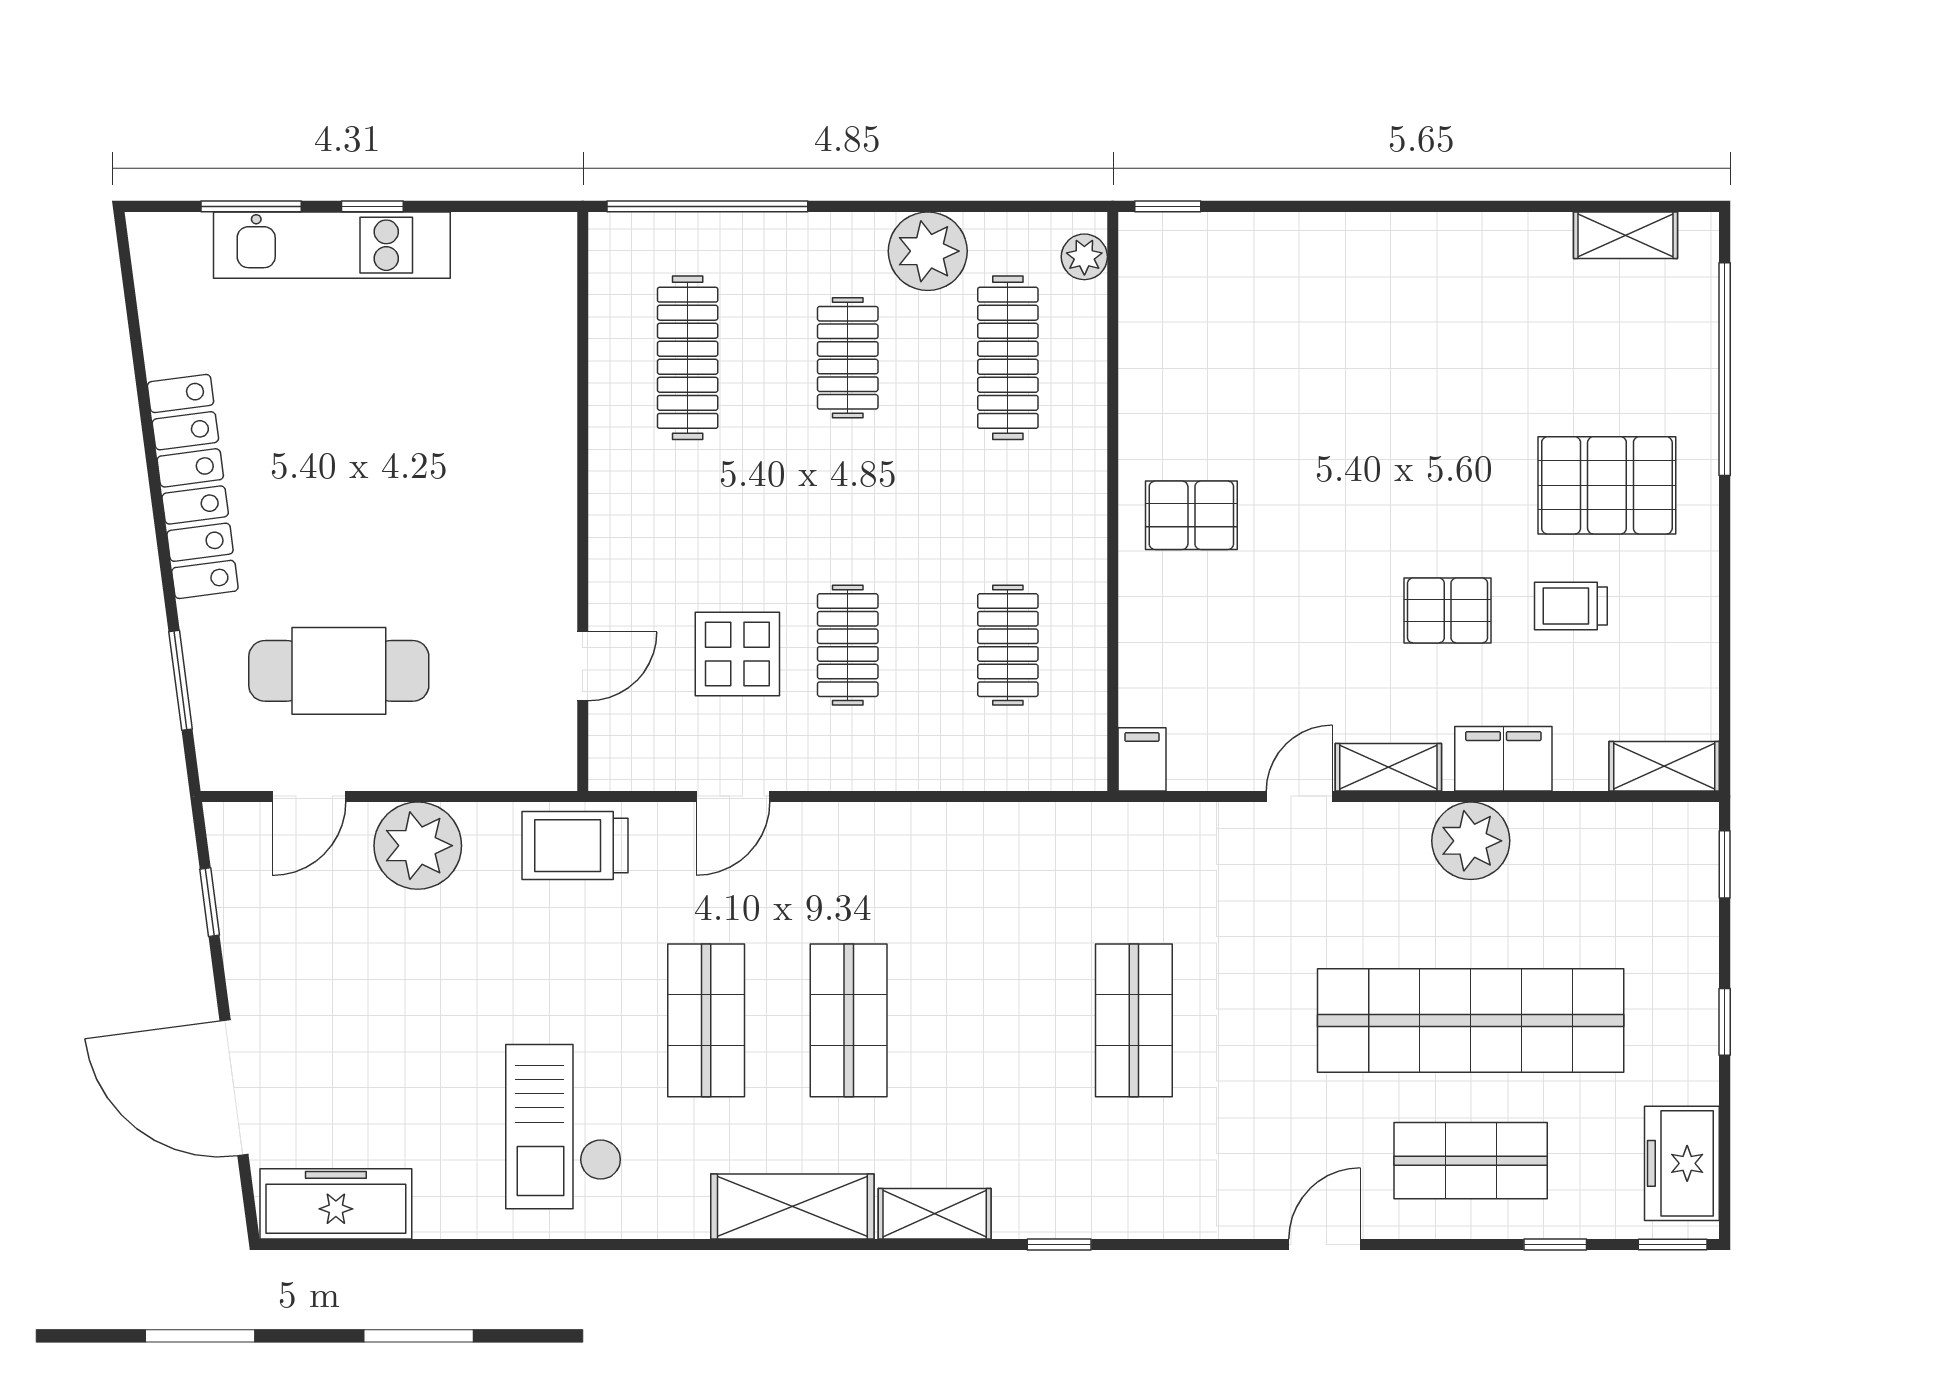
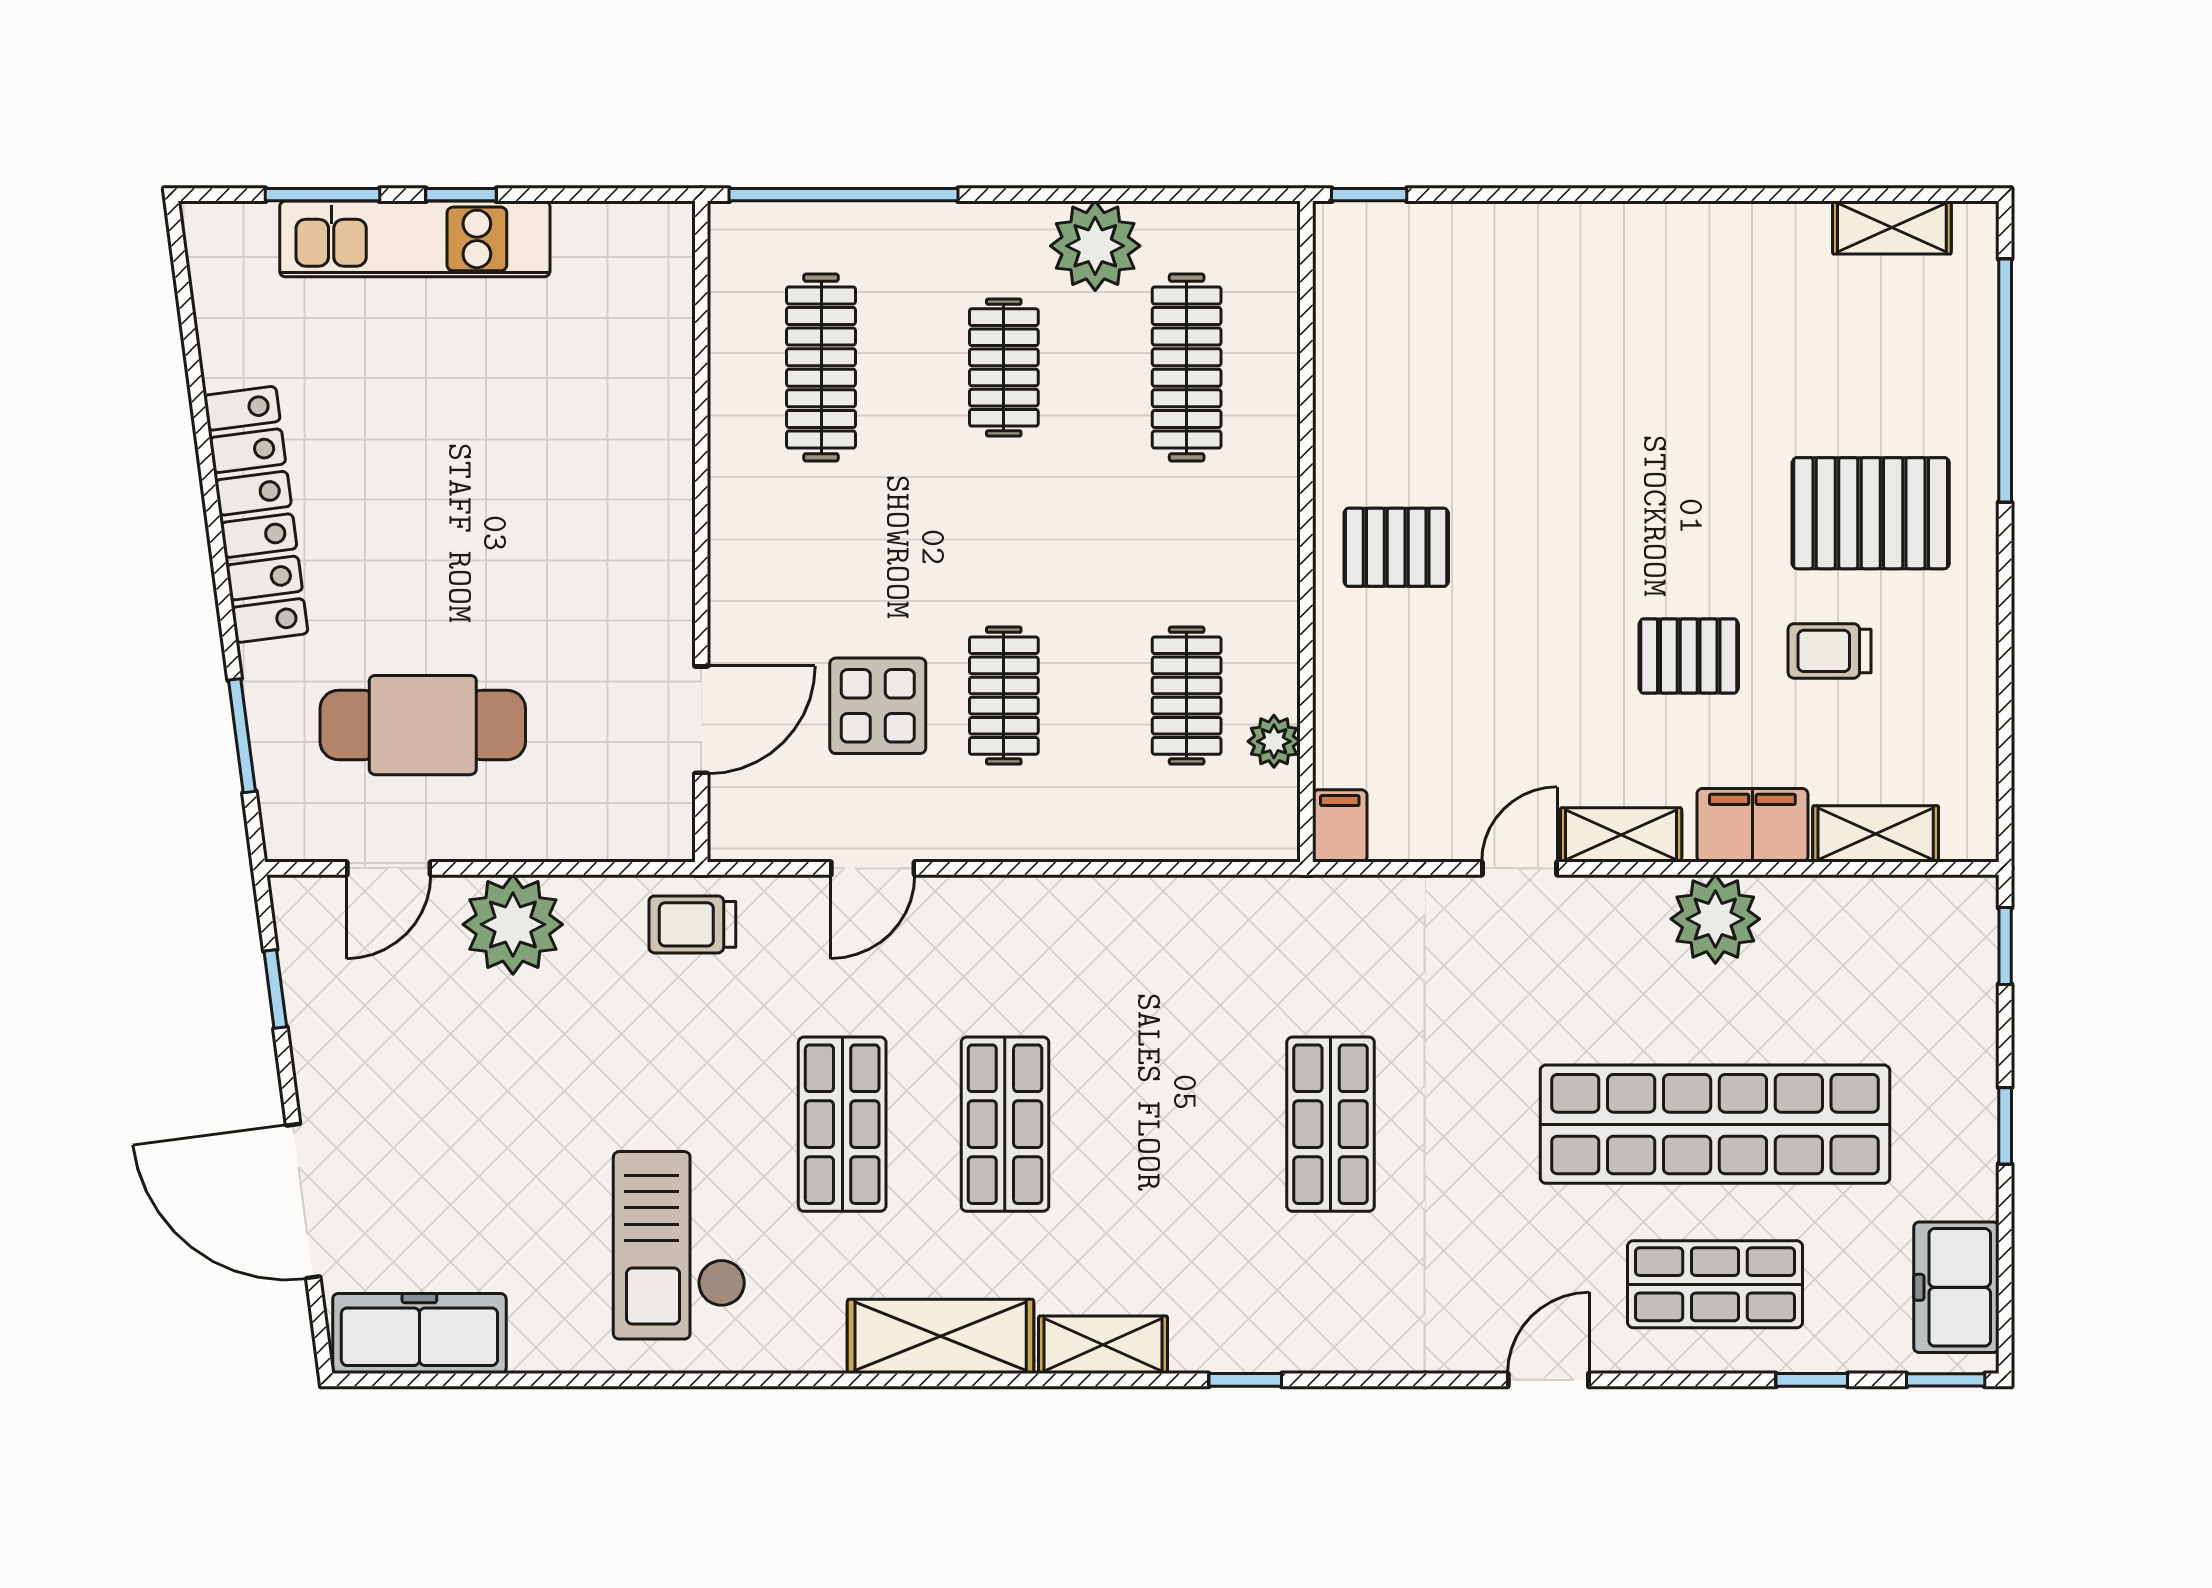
plant: (1084, 257) -> (1274, 741), moved
door: (583, 666) -> (701, 720), width x1.38
shelving: (1664, 766) -> (1876, 834), moved
trolley: (575, 846) -> (692, 924), width x0.73, depth x0.72

